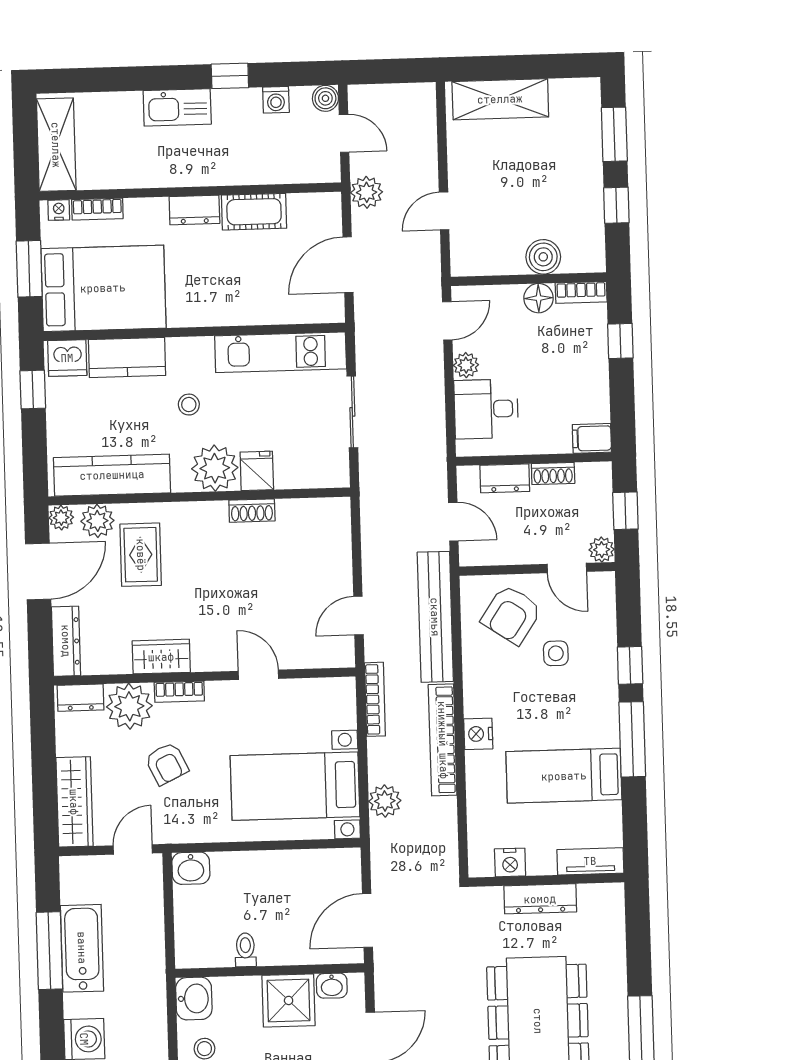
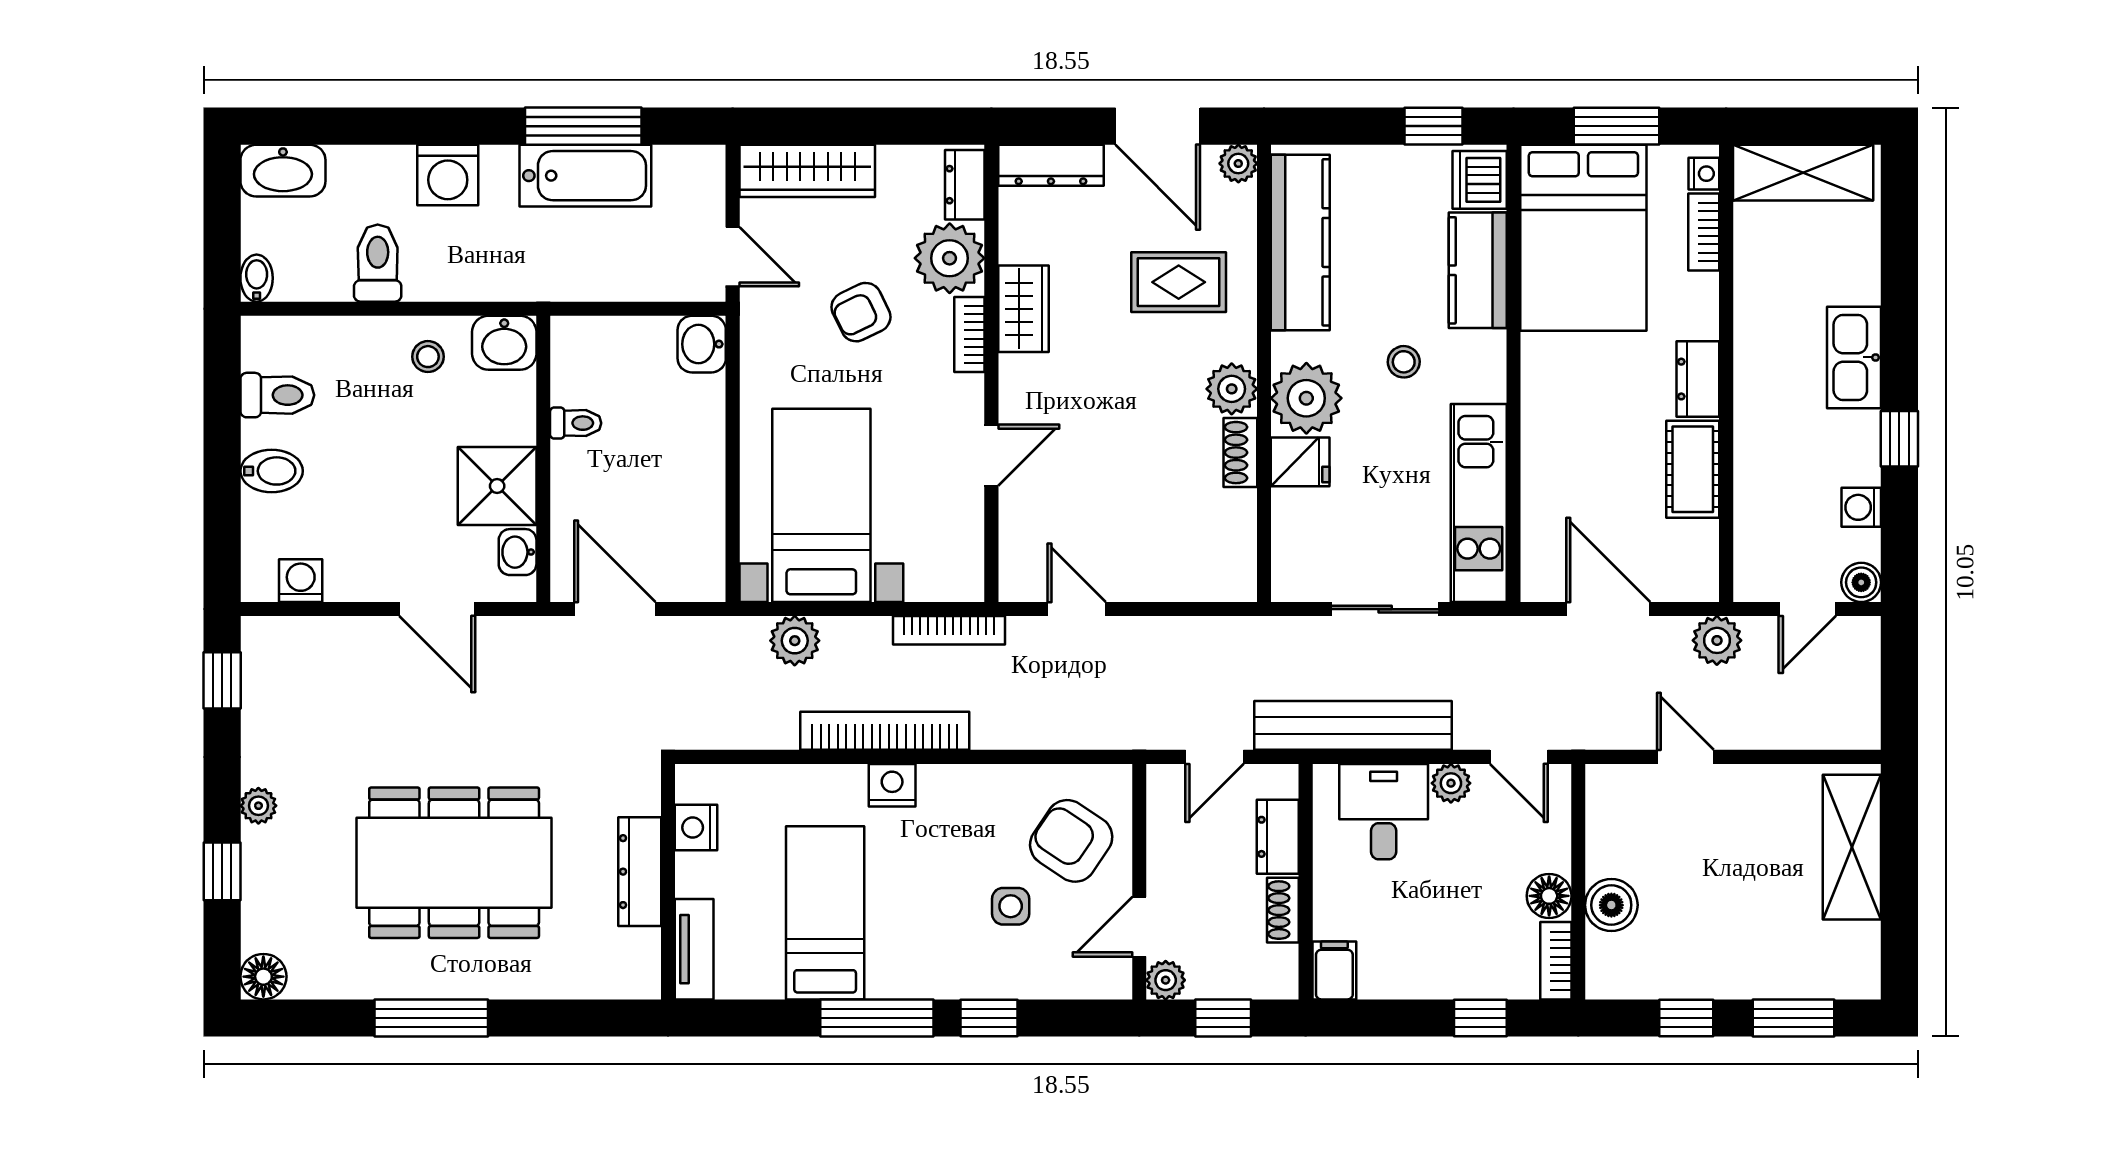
plant: (97, 521) -> (1232, 389), moved
bench: (435, 617) -> (1353, 725), moved

